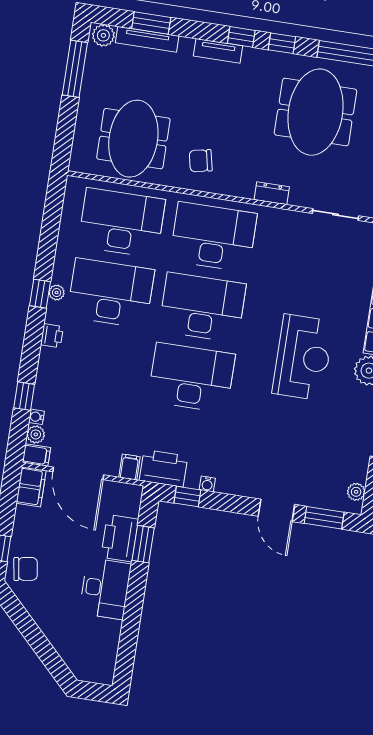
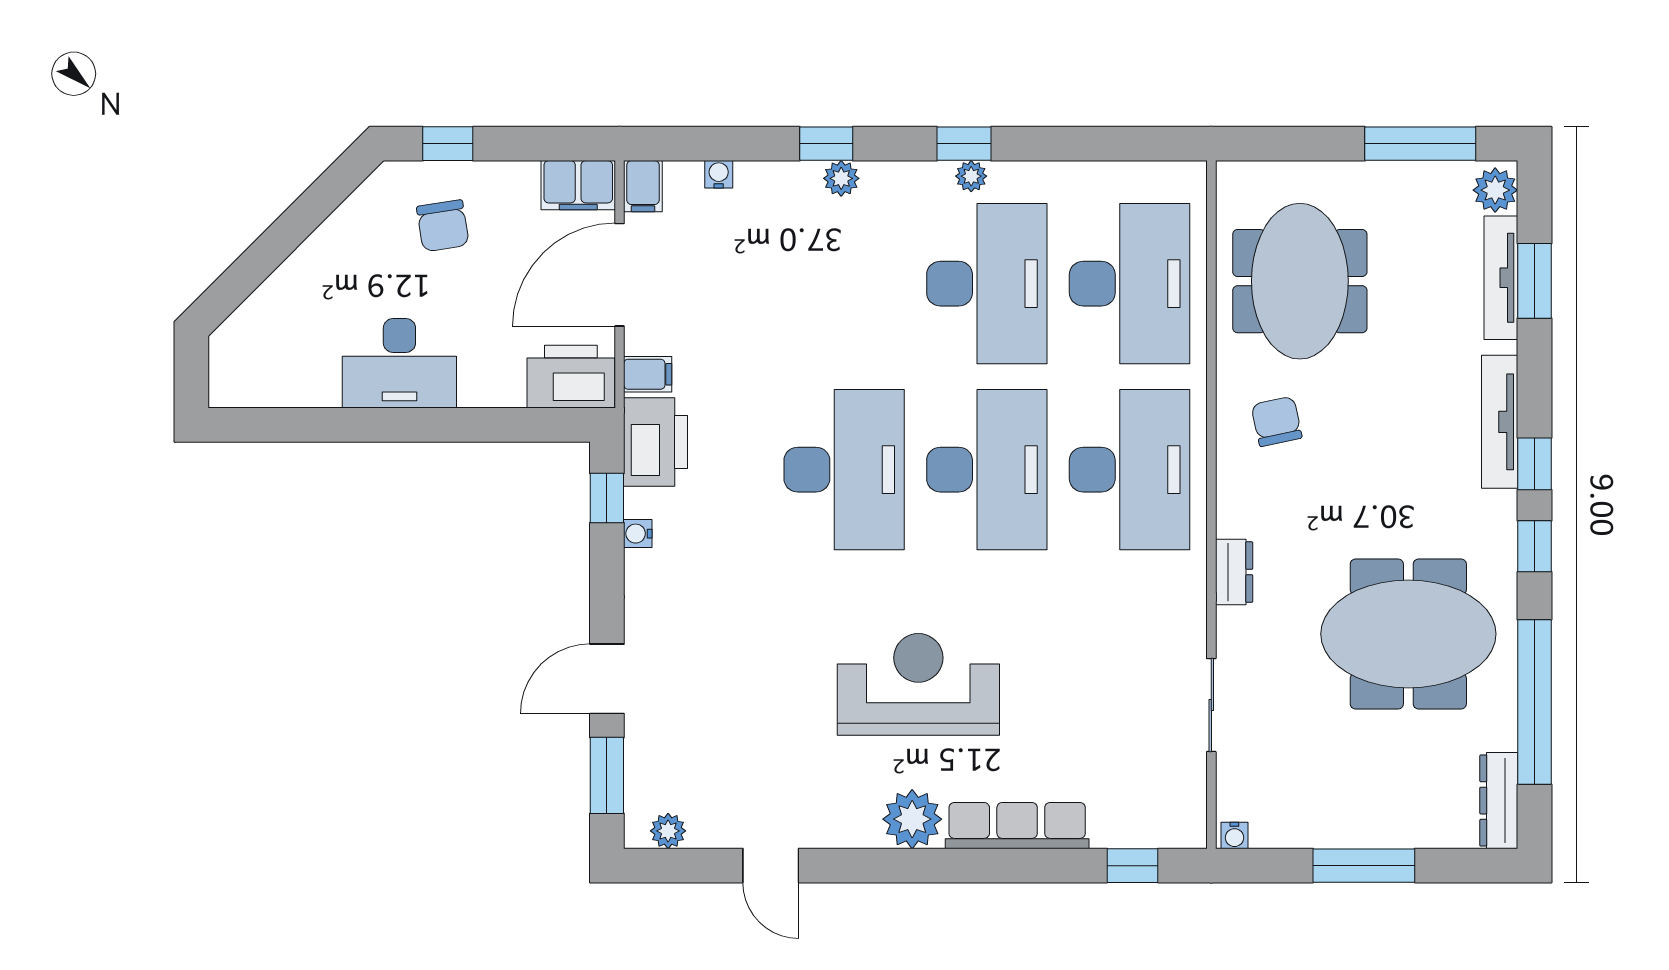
tv unit: (218, 51) -> (1500, 422), width x1.41
meeting table: (133, 139) -> (1300, 281), turned 90
printer: (52, 336) -> (884, 180), removed
reception desk: (303, 357) -> (918, 684), turned 180
window: (24, 396) -> (826, 144), moved
plant: (36, 434) -> (841, 178), moved
printer: (120, 538) -> (571, 377), moved
window: (143, 544) -> (499, 425), removed
chair: (26, 569) -> (443, 226), moved

